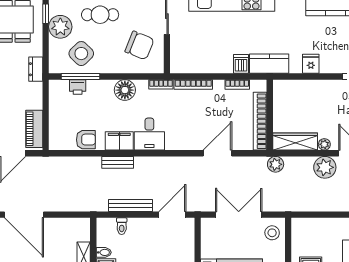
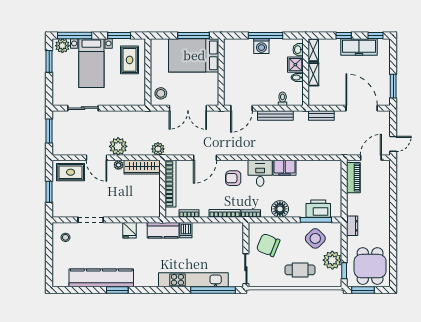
printer: (78, 87) -> (318, 209), width x1.87, depth x1.48
armchair: (86, 140) -> (233, 178), moved
bench: (118, 162) -> (321, 115), moved

